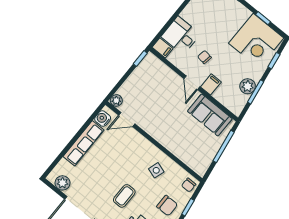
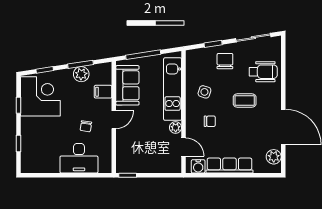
desk: (181, 35) -> (79, 158), width x1.37
filing cabinet: (162, 48) -> (105, 165), removed
filing cabinet: (211, 84) -> (103, 92), moved
plant: (116, 100) -> (176, 128), moved
kitchen unit: (179, 147) -> (173, 89), added
chair: (189, 185) -> (210, 121), moved

